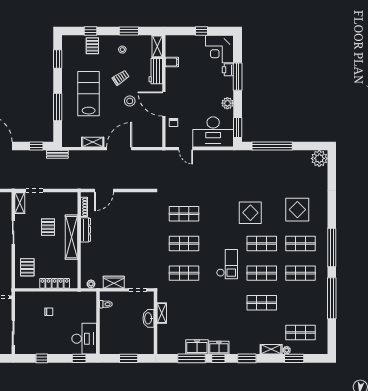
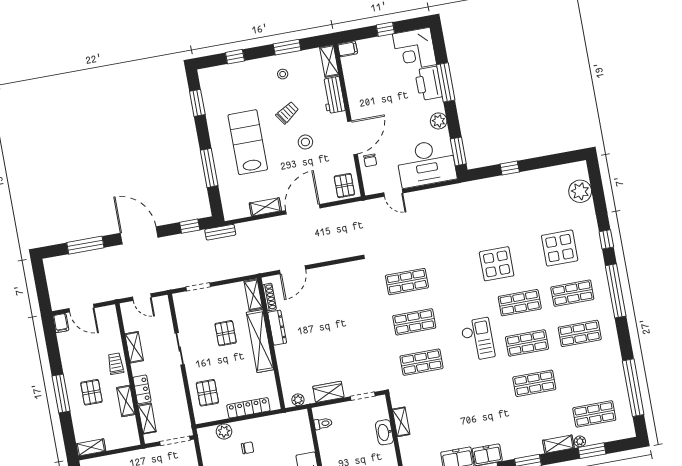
pallet: (92, 46) -> (344, 186), moved
filing cabinet: (172, 62) -> (348, 49), moved
printer: (228, 70) -> (429, 83), width x1.87, depth x1.48
door: (164, 104) -> (352, 138), swing flipped
window: (272, 146) -> (510, 168), width x0.32
plant: (319, 158) -> (580, 191), moved
shelving: (20, 203) -> (253, 295), moved
window: (332, 210) -> (606, 239), added
plant: (34, 297) -> (224, 431), added
window: (332, 298) -> (633, 388), moved

